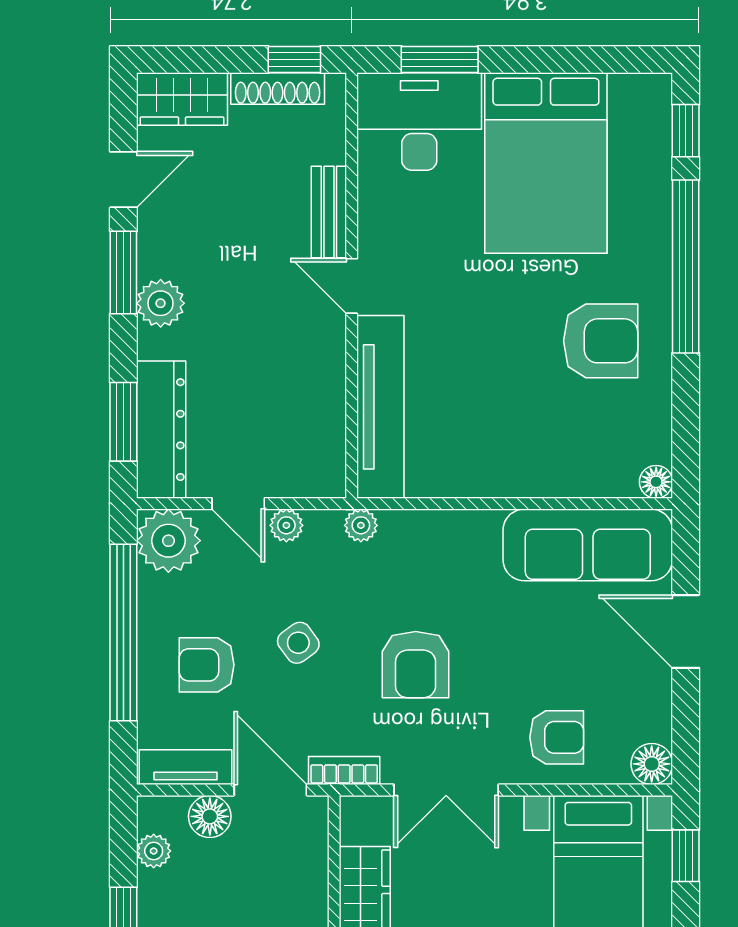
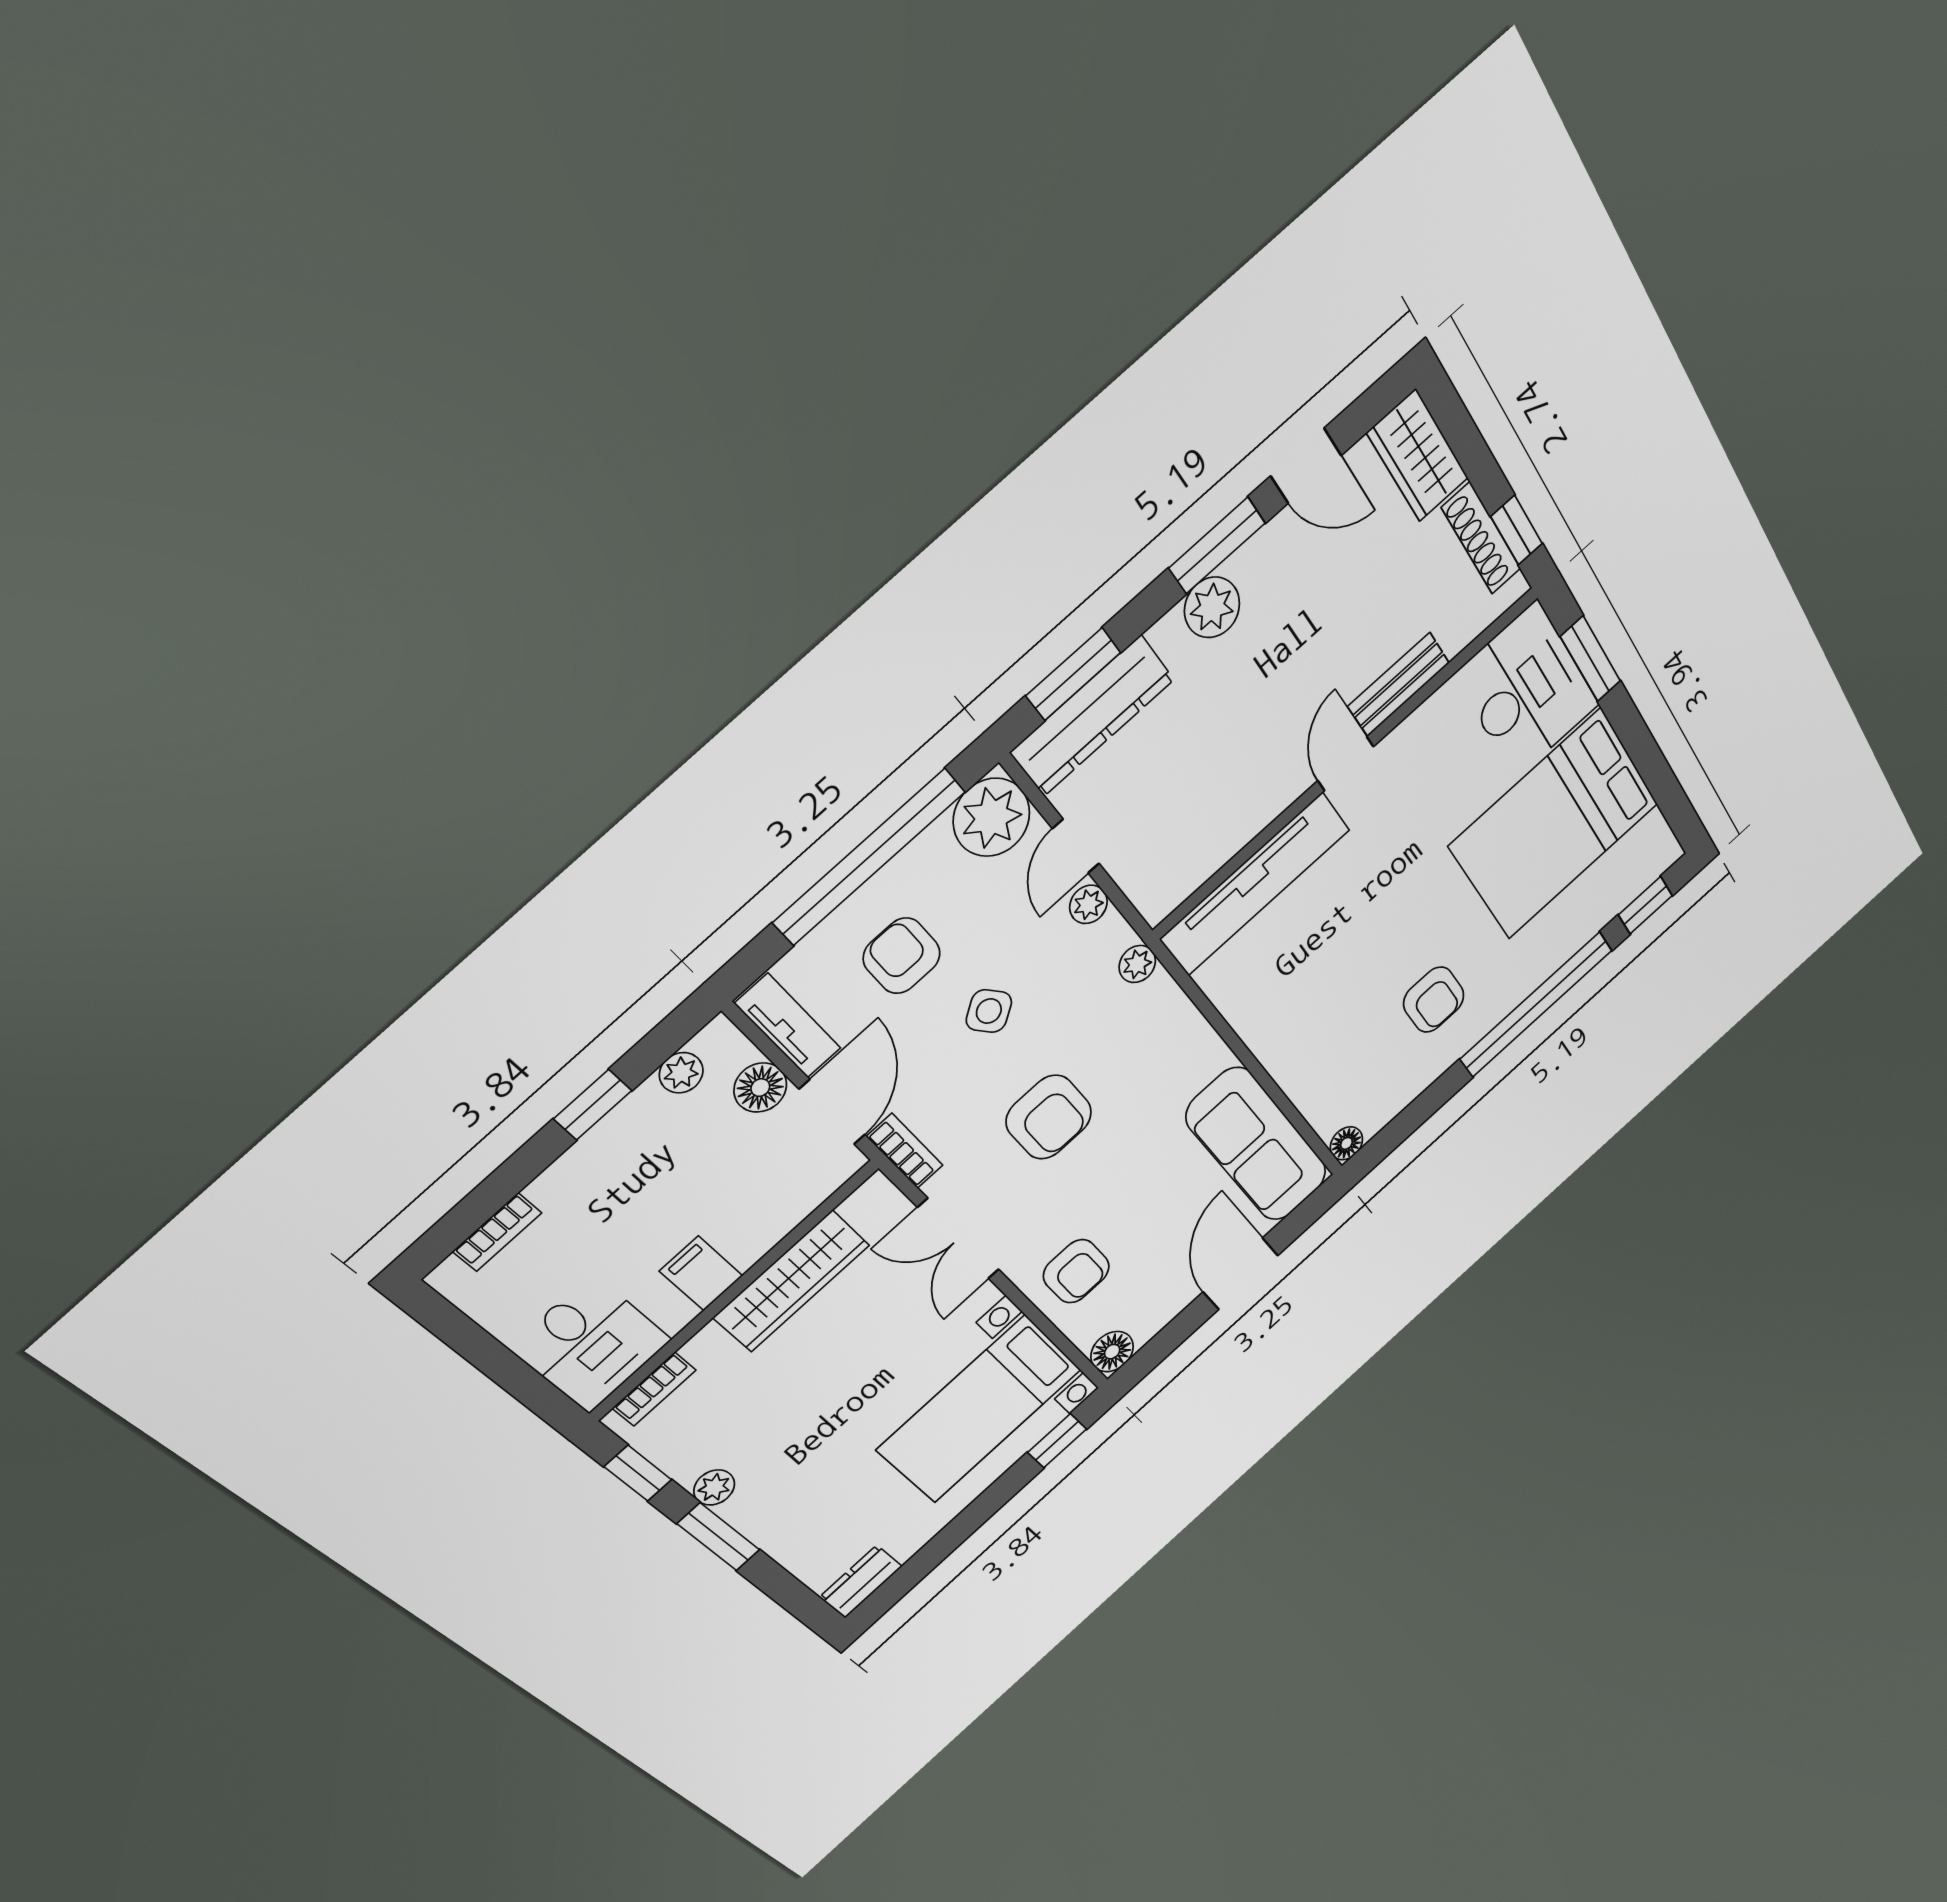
armchair: (601, 341) -> (1434, 1000), width x0.72, depth x0.72
armchair: (416, 665) -> (1049, 1117), turned -90

